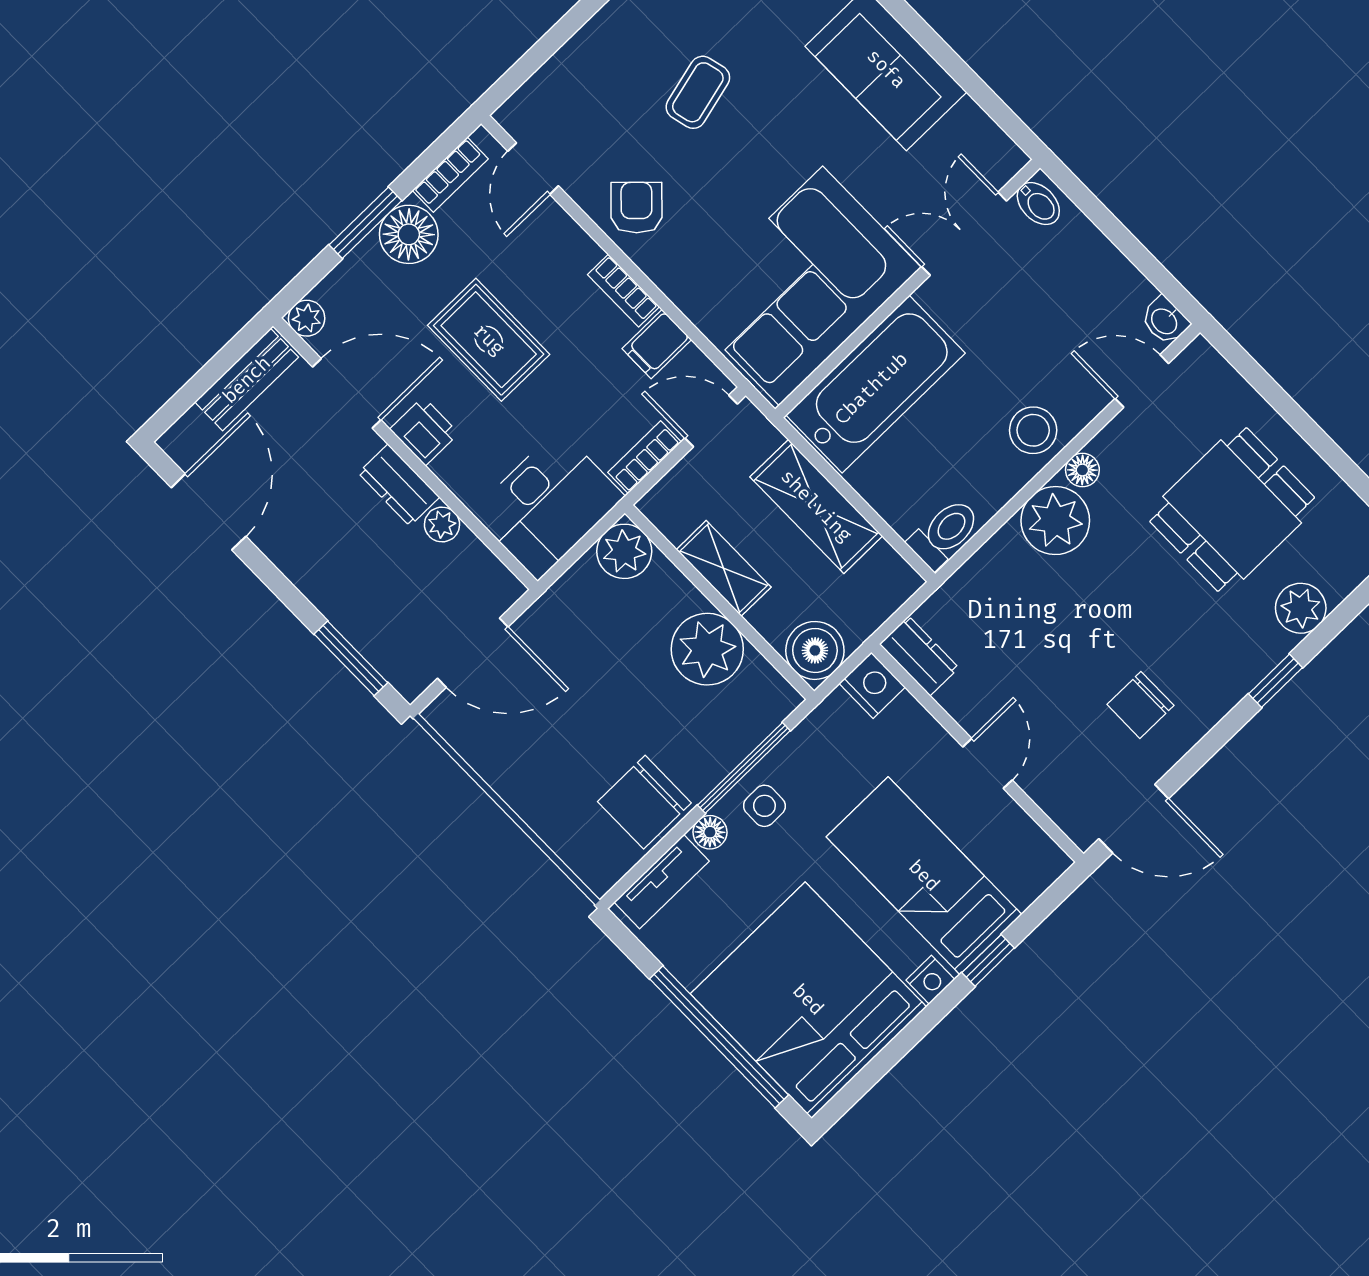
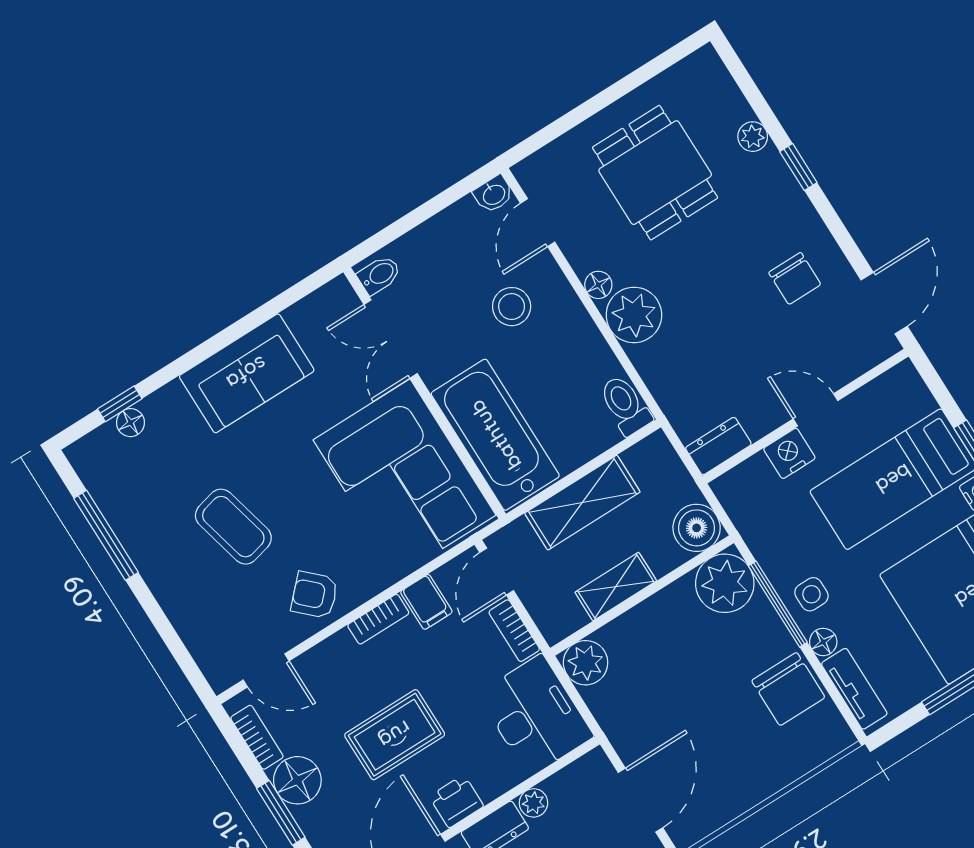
coffee table: (698, 92) -> (233, 527), width x1.36, depth x1.30
stool: (1033, 430) -> (512, 307), moved
plant: (1301, 608) -> (753, 137), width x0.73, depth x0.73
plant: (707, 649) -> (725, 583), moved
nightstand: (872, 685) -> (789, 453), moved

